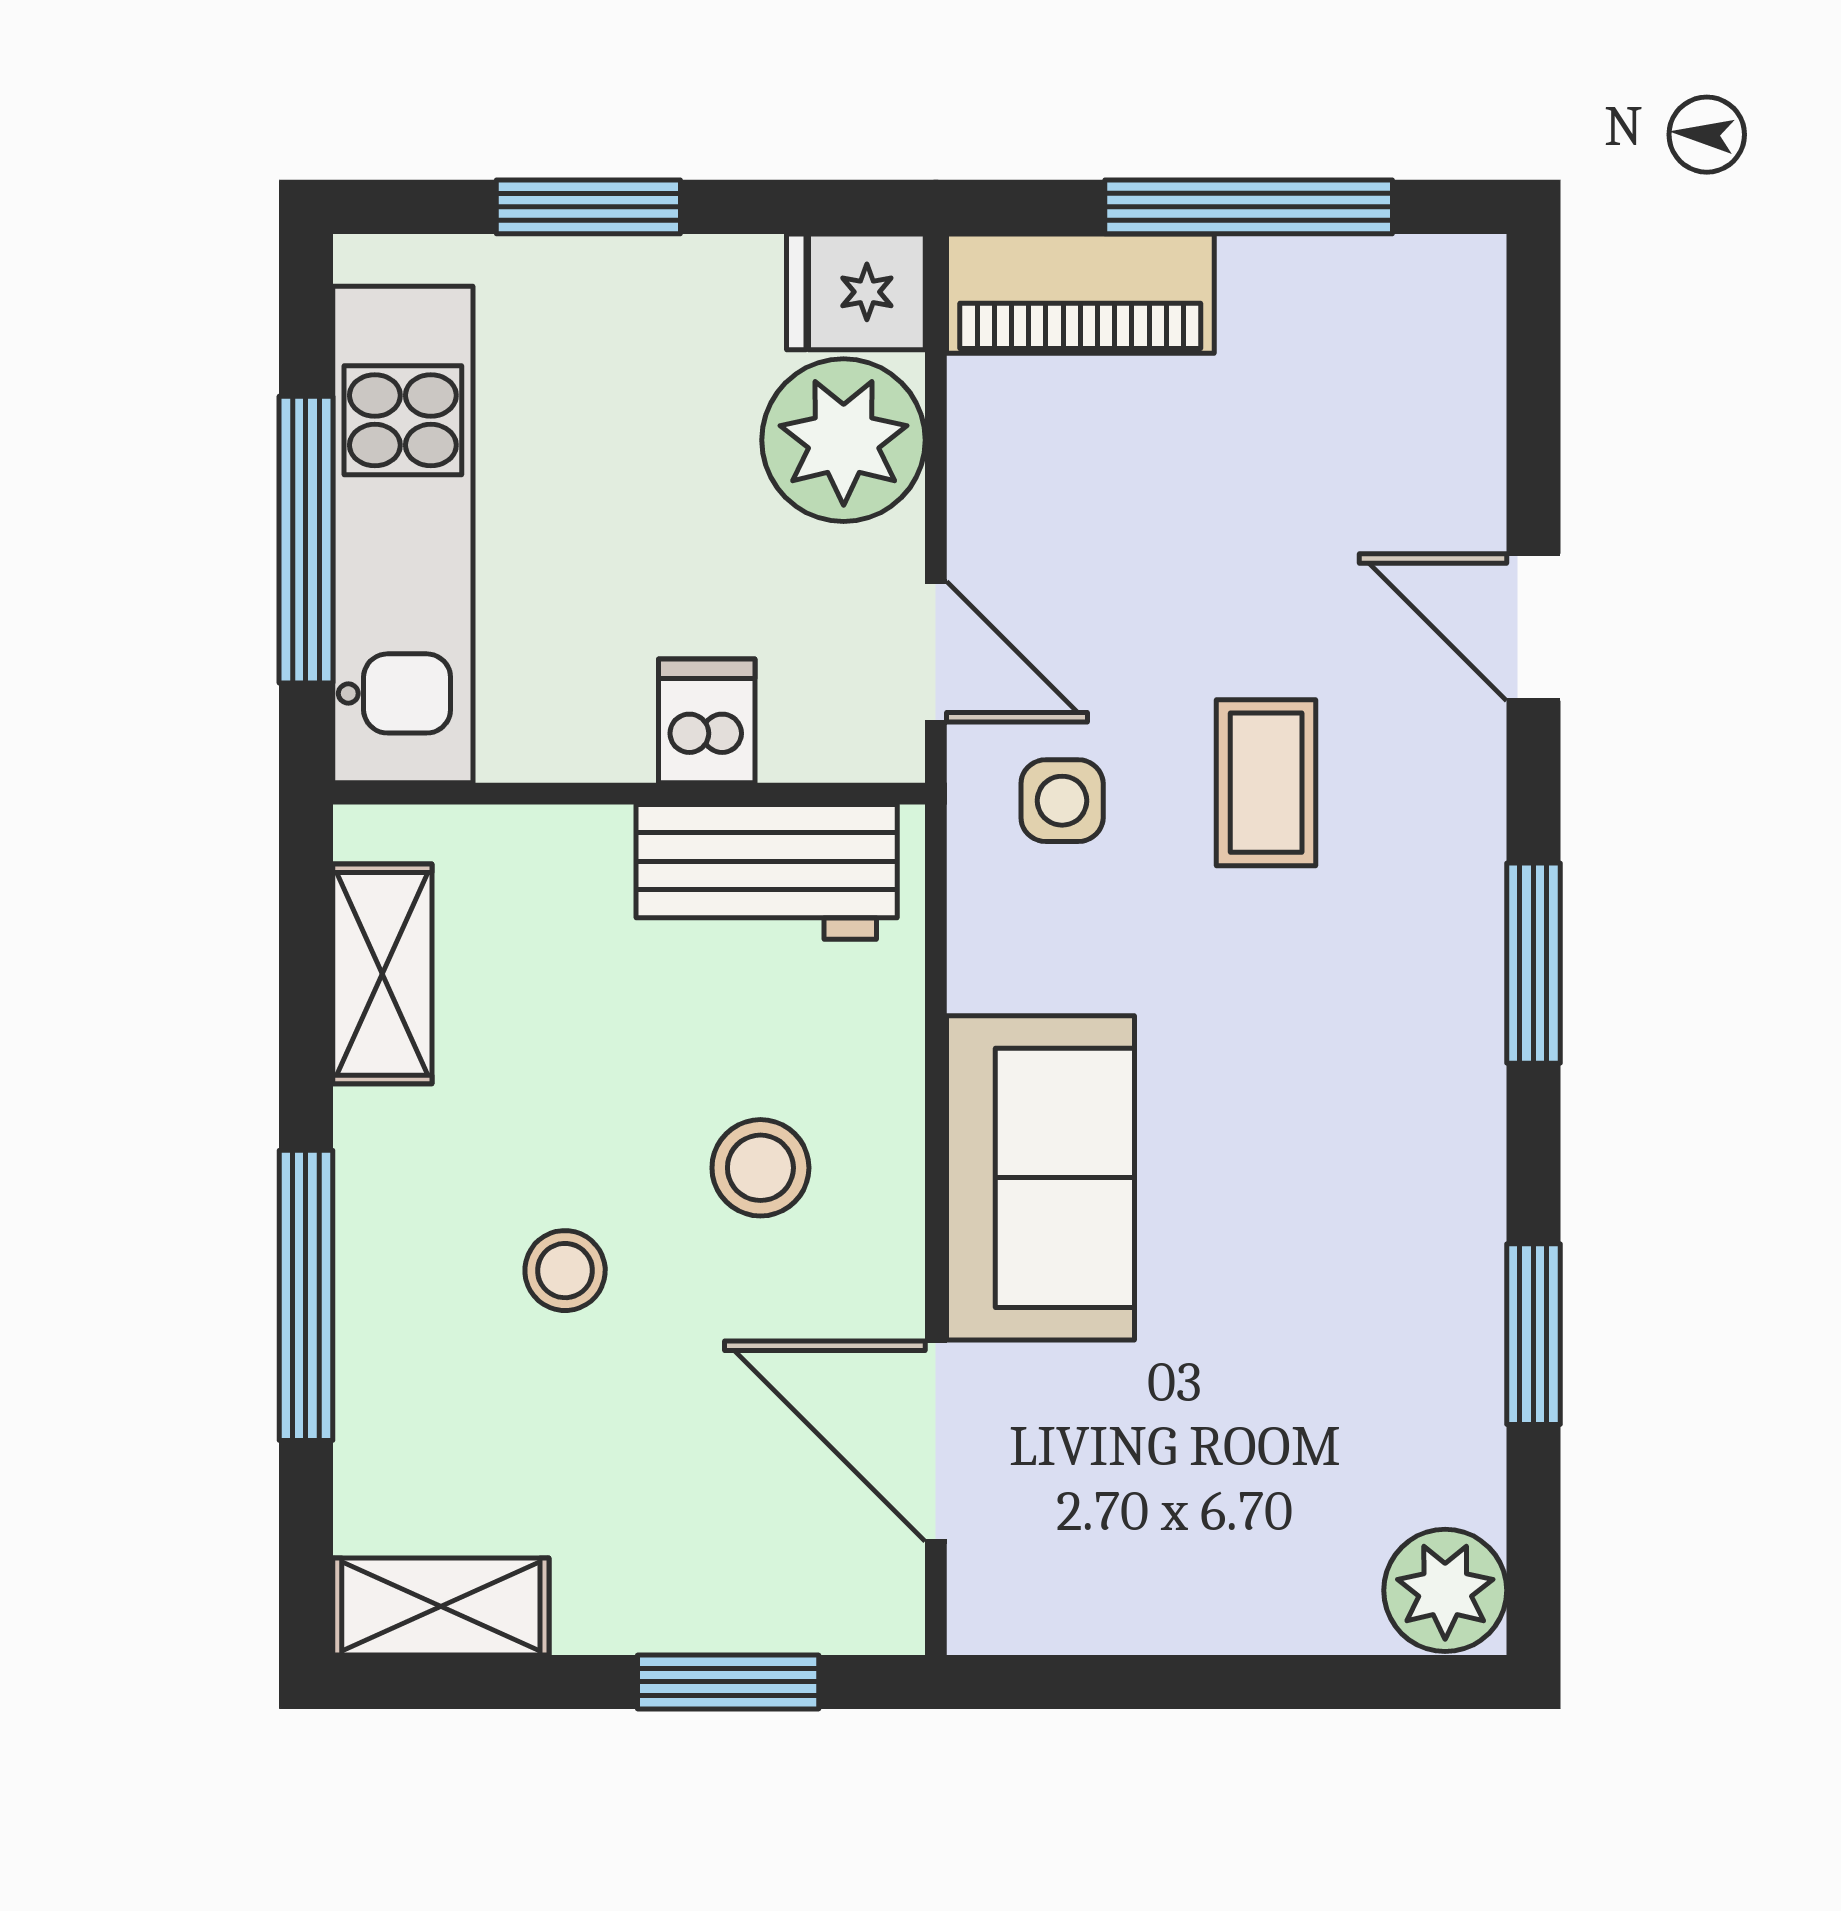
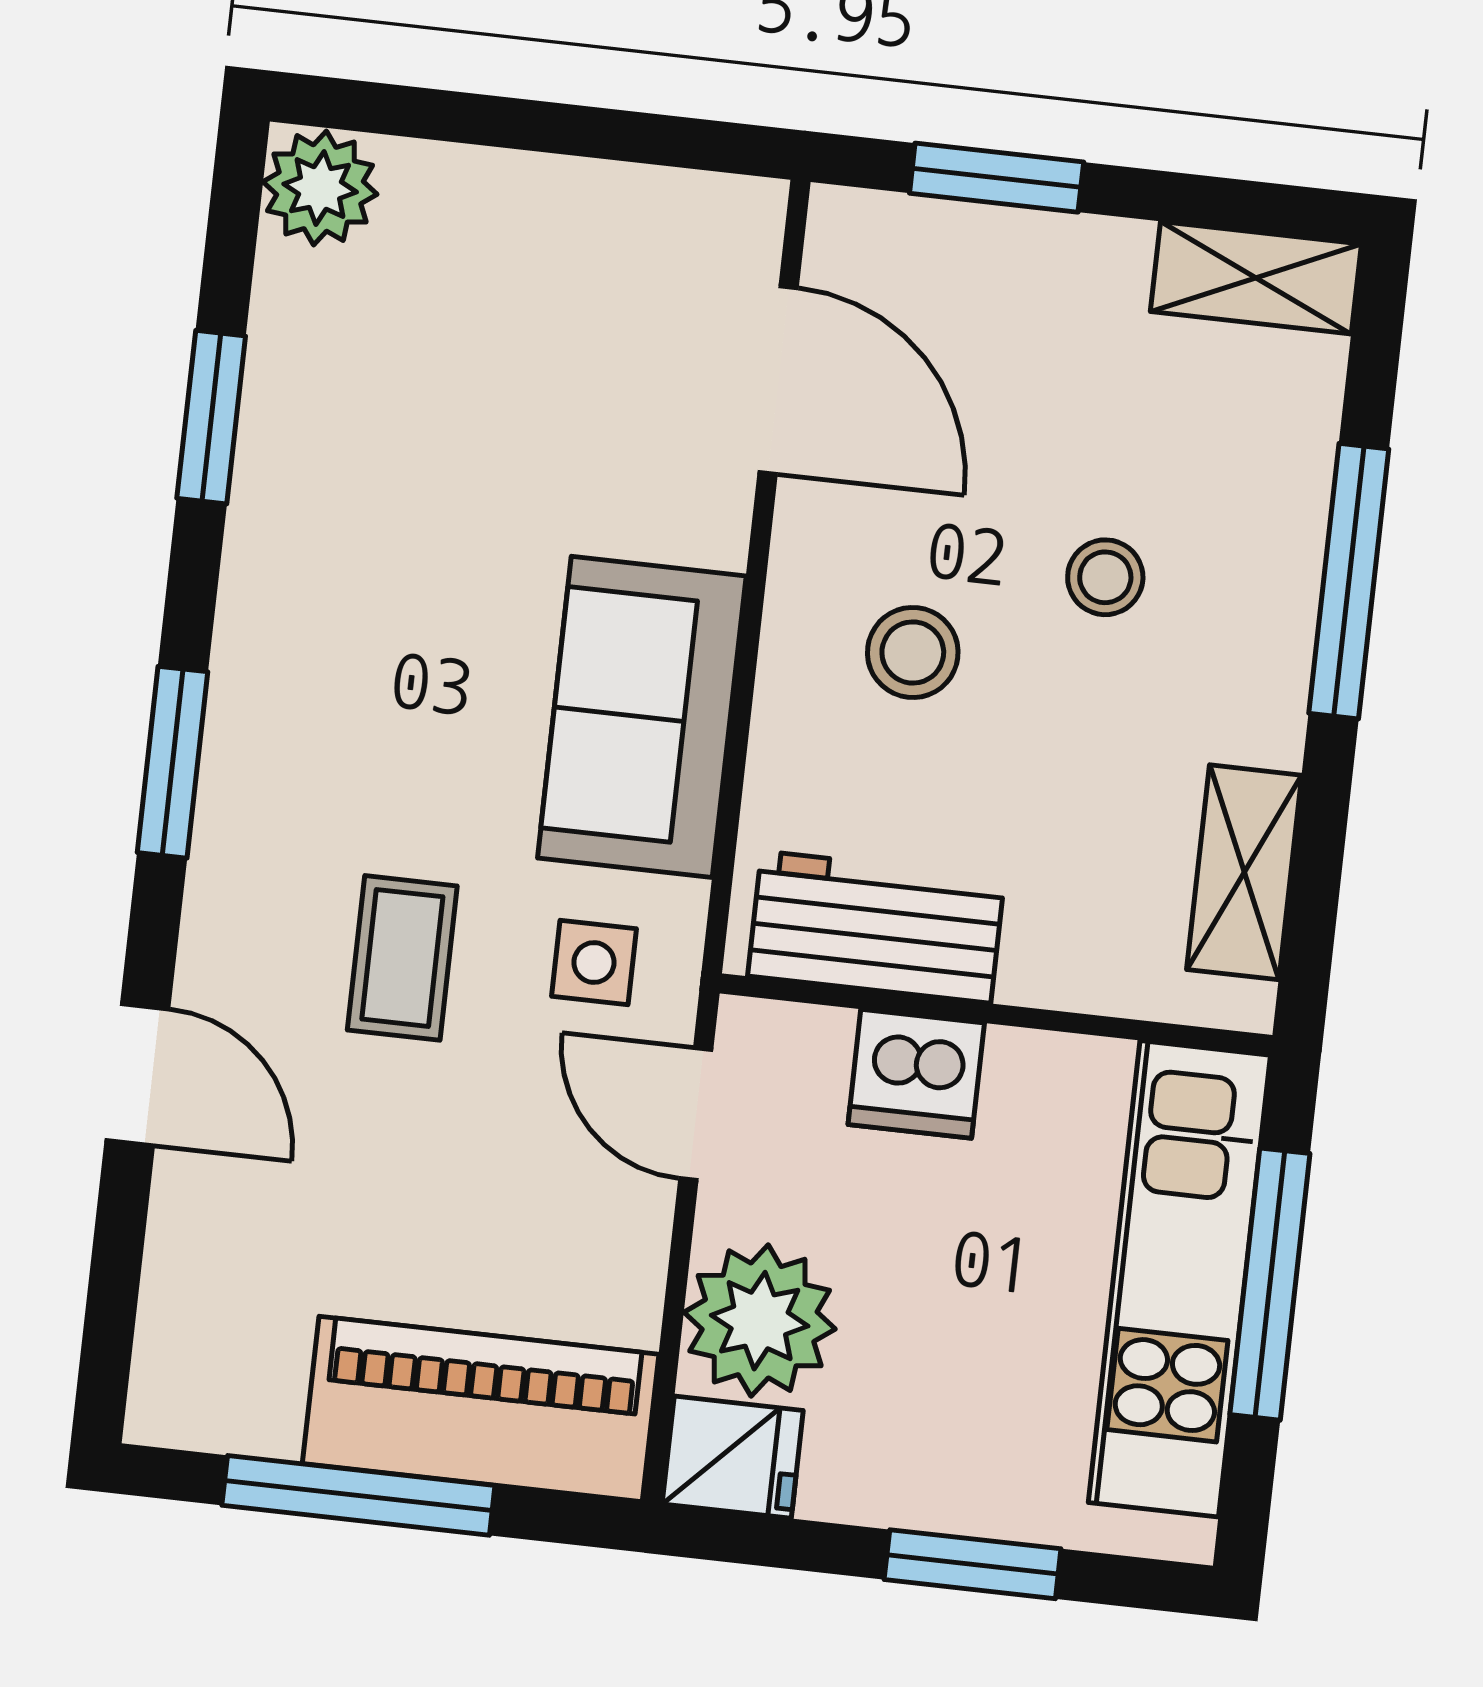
piano: (1080, 294) -> (481, 1409), width x1.37, depth x1.33
dishwasher: (707, 721) -> (916, 1074), width x1.38
sofa: (1040, 1178) -> (642, 717), moved

